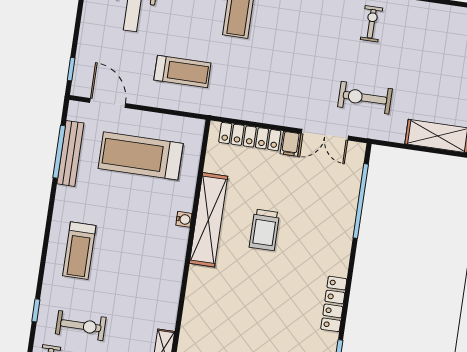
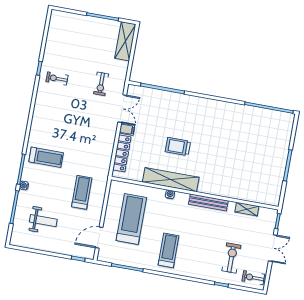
exercise bike: (365, 98) -> (101, 84), width x0.73, depth x0.72
bench: (70, 153) -> (208, 202), moved
treadmill: (141, 156) -> (131, 219), turned 180
trolley: (264, 230) -> (178, 146), turned 180
treadmill: (79, 251) -> (169, 250), moved, turned -90
locker: (334, 304) -> (223, 107), removed

